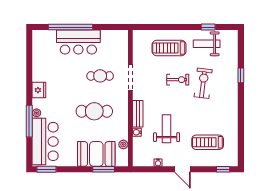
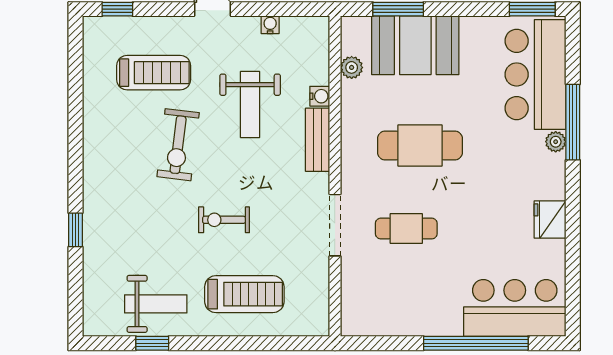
bar counter: (78, 42) -> (515, 308), moved
exercise bike: (203, 83) -> (178, 145), moved
fridge: (39, 90) -> (550, 220), moved

